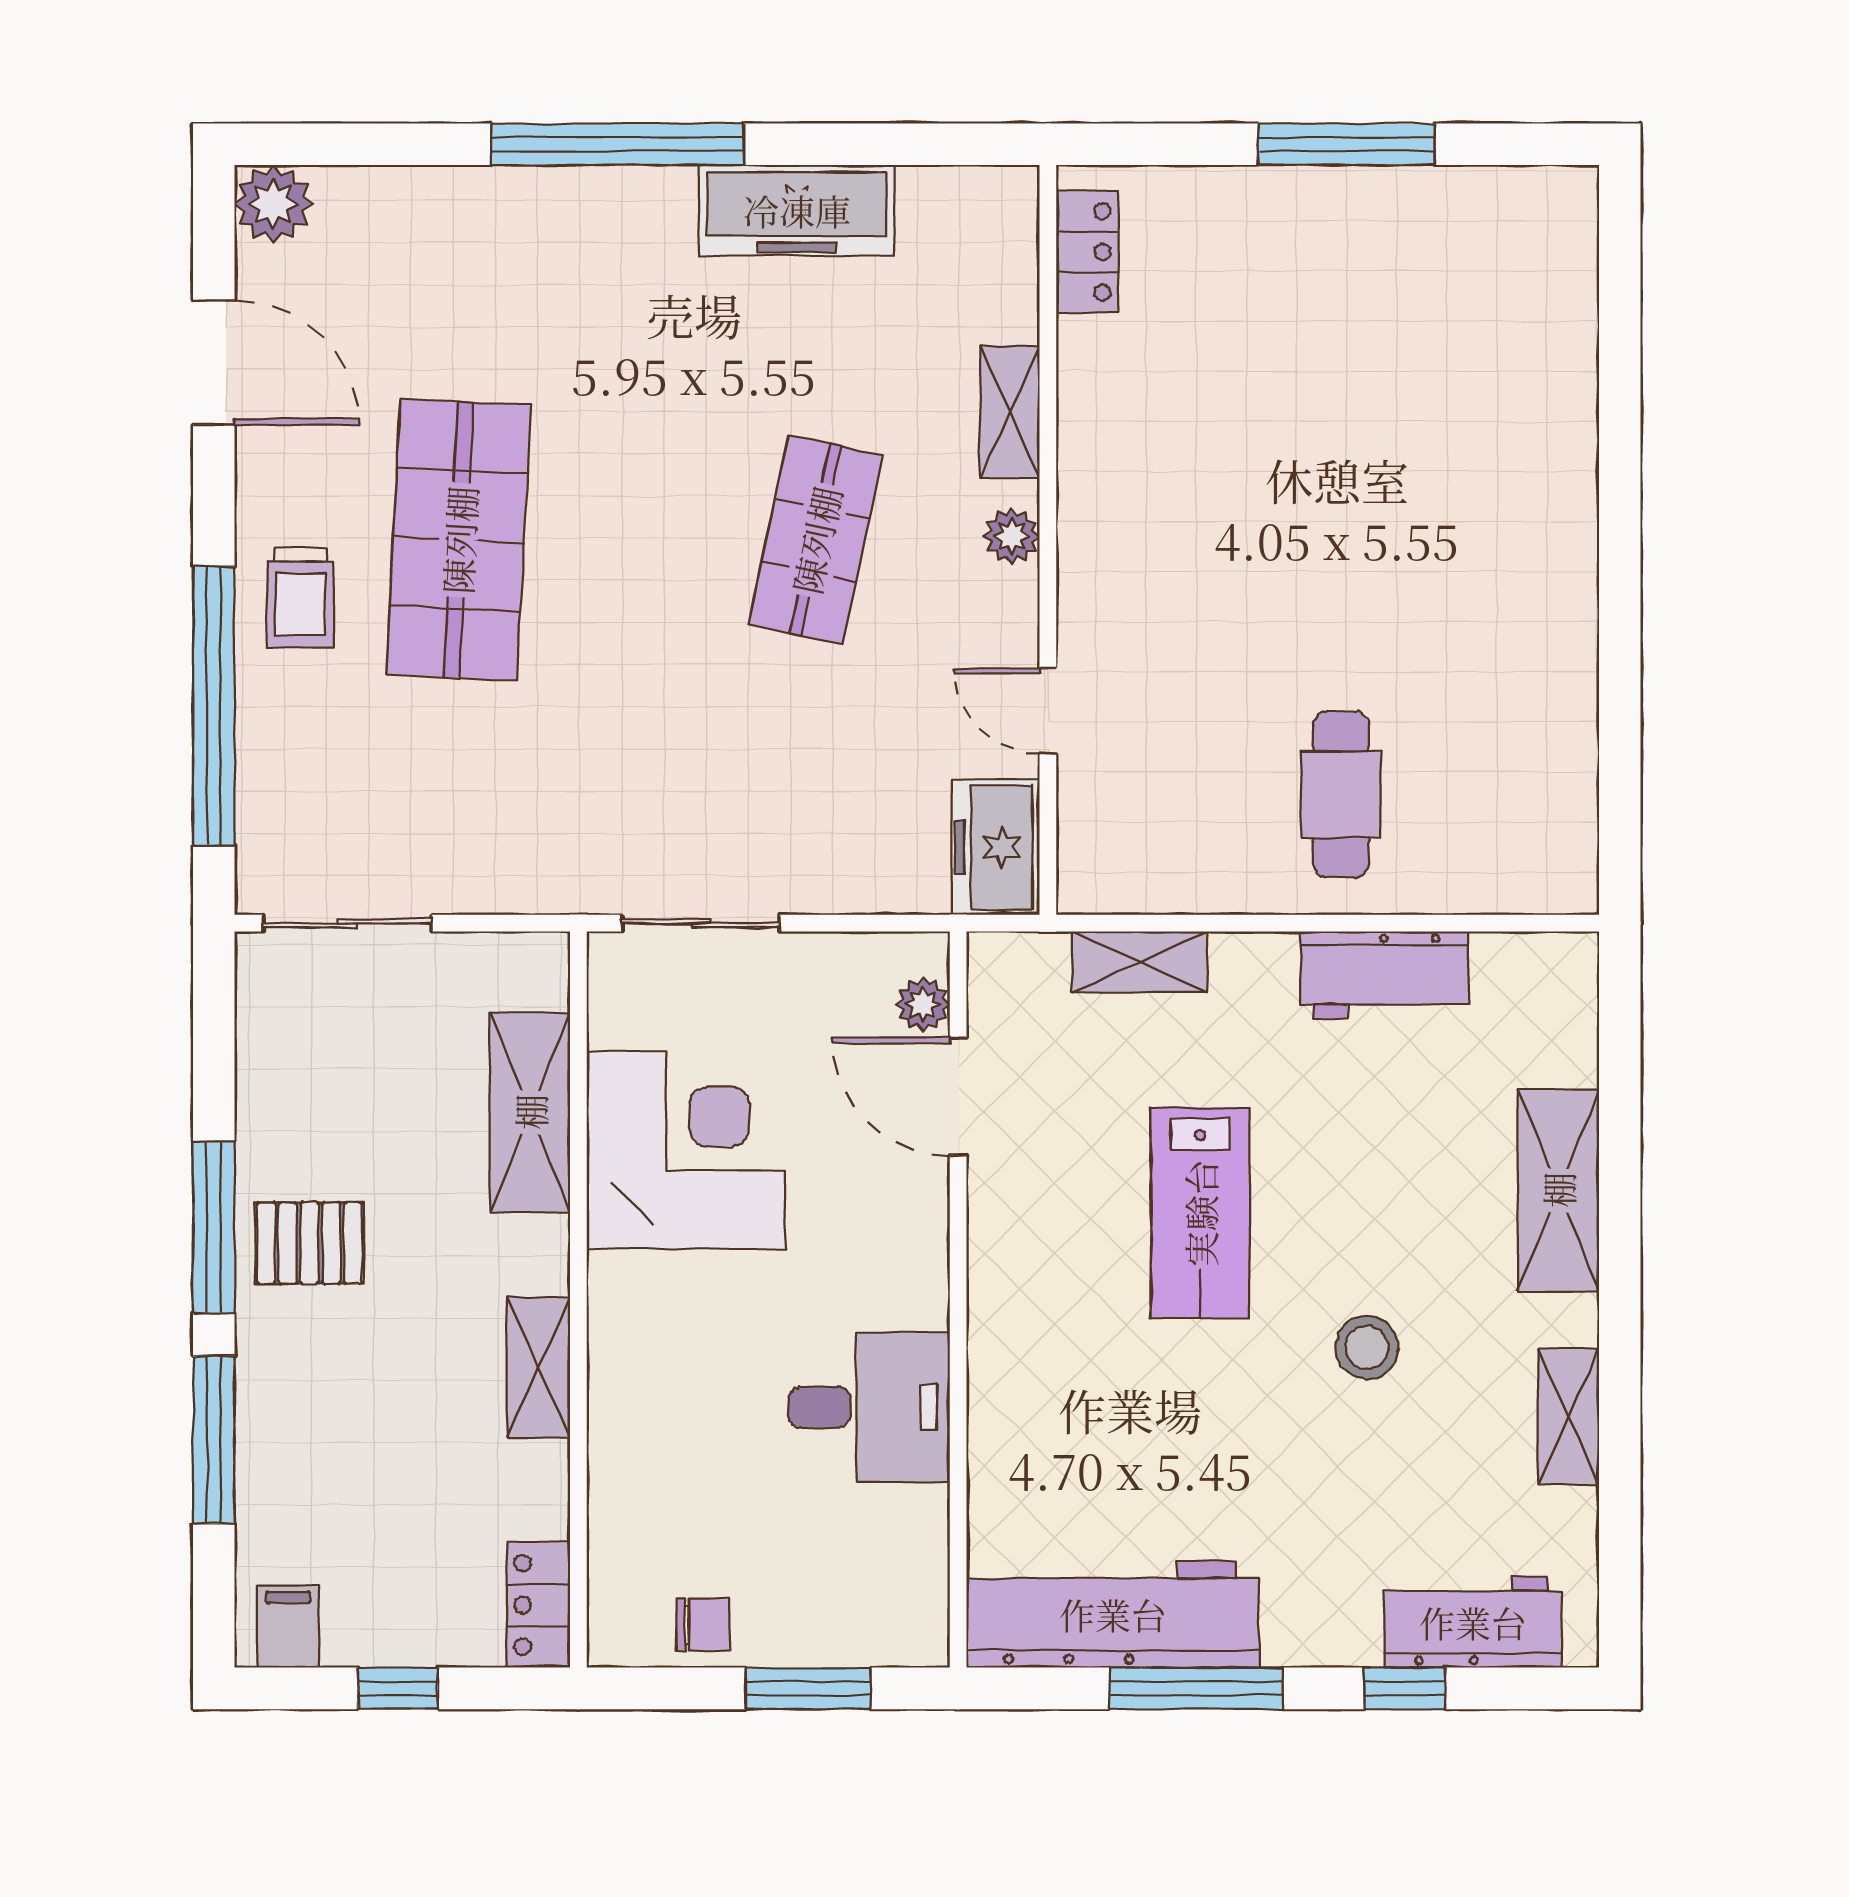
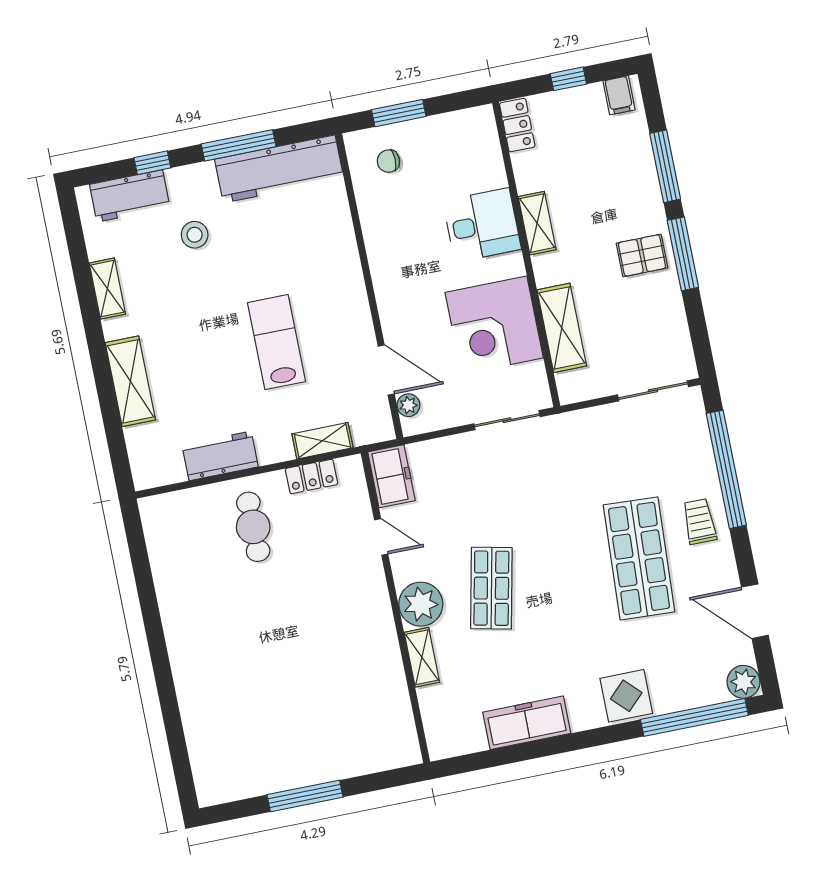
window: (617, 144) -> (694, 717), moved
display table: (553, 226) -> (626, 696), added
locker: (1087, 252) -> (312, 476), moved, turned -90
plant: (1012, 536) -> (421, 604), width x1.88, depth x1.88
stool: (1367, 1348) -> (195, 235), moved
desk: (869, 1407) -> (482, 225), moved, turned 180
chair: (703, 1625) -> (388, 161), moved

